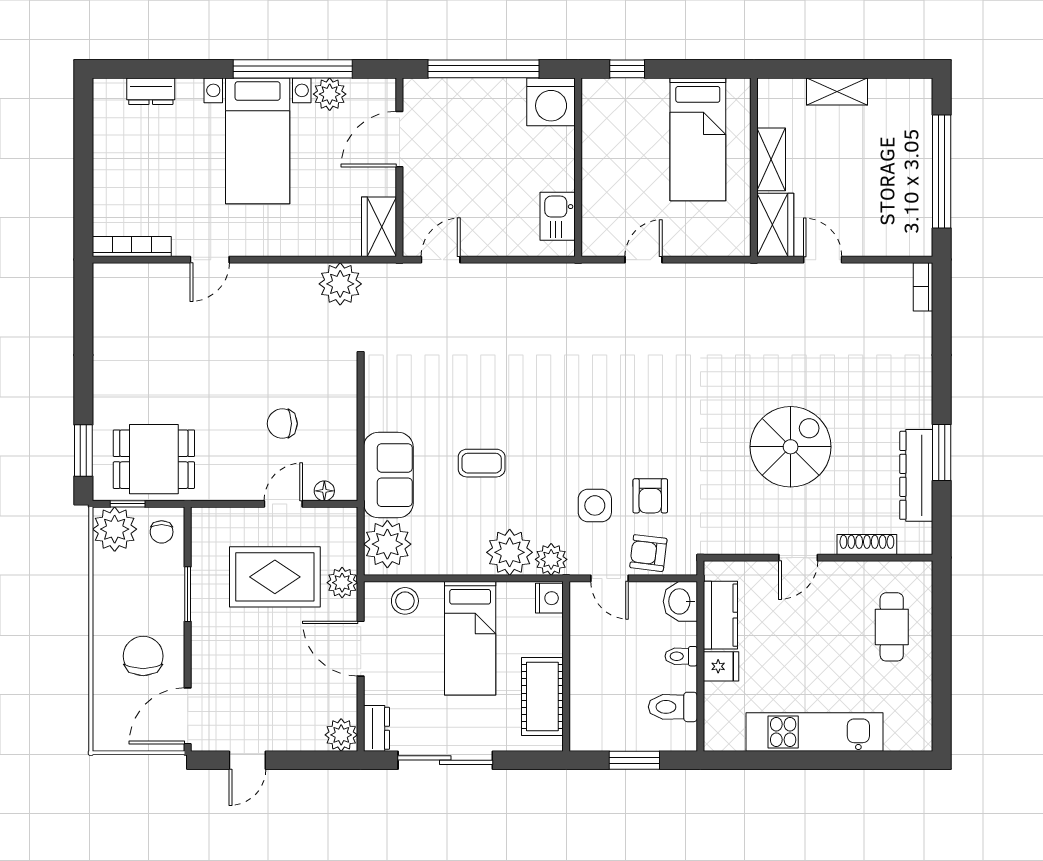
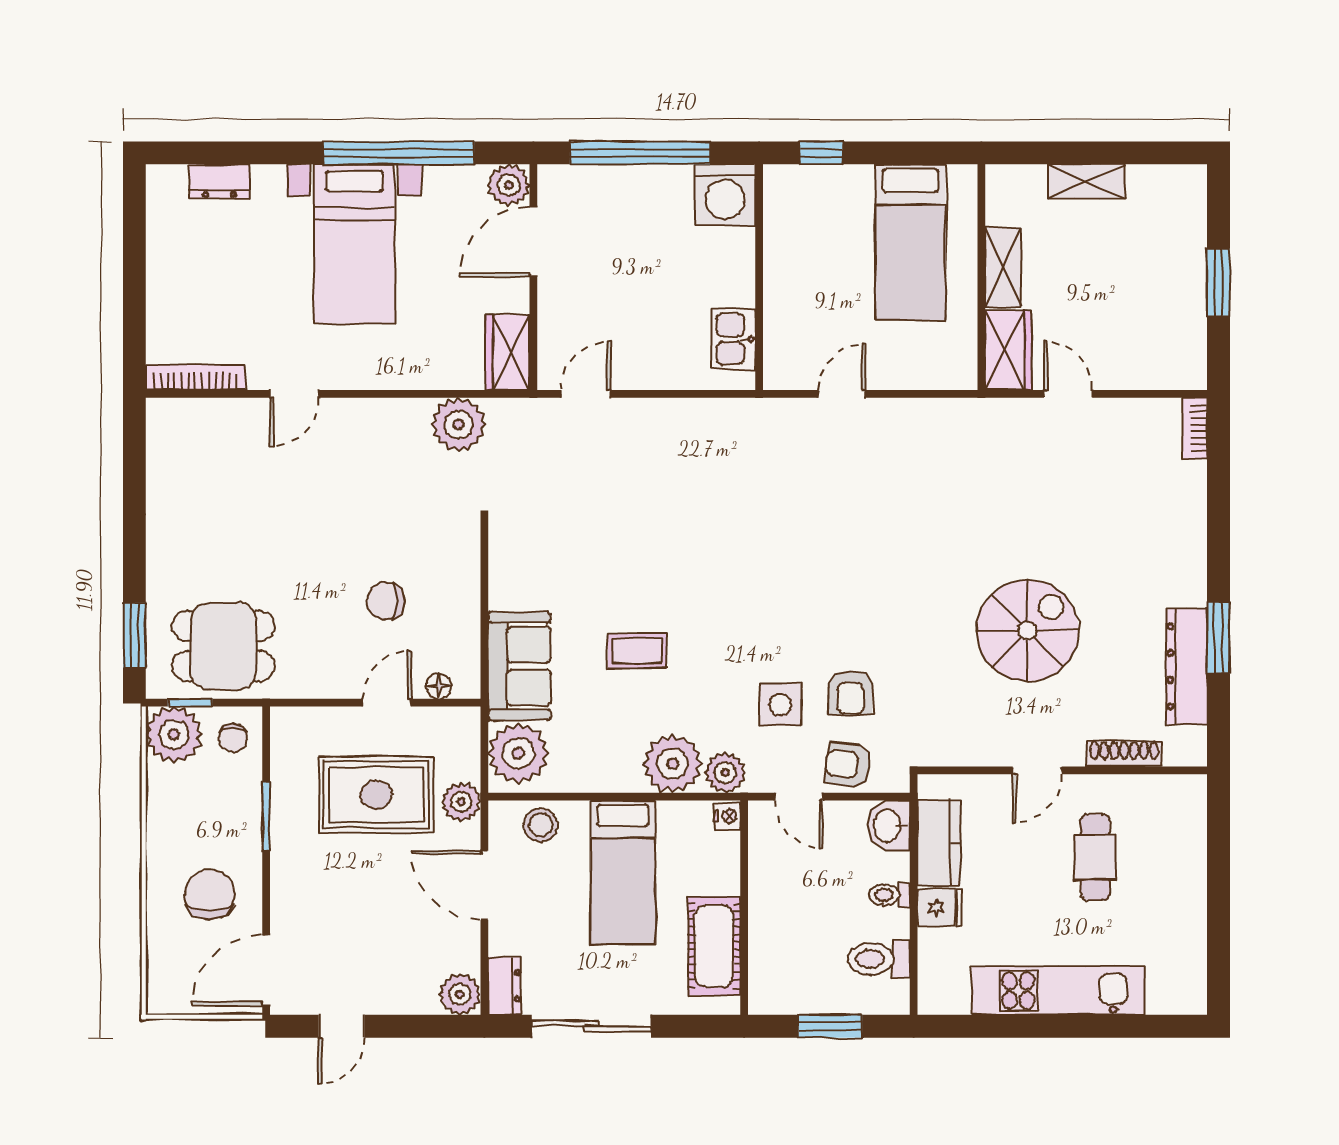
plant: (330, 94) -> (509, 185), moved
window: (942, 172) -> (1218, 283), width x0.47
nightstand: (549, 598) -> (727, 816), width x0.72, depth x0.74
cafe table: (892, 627) -> (1095, 857), moved

